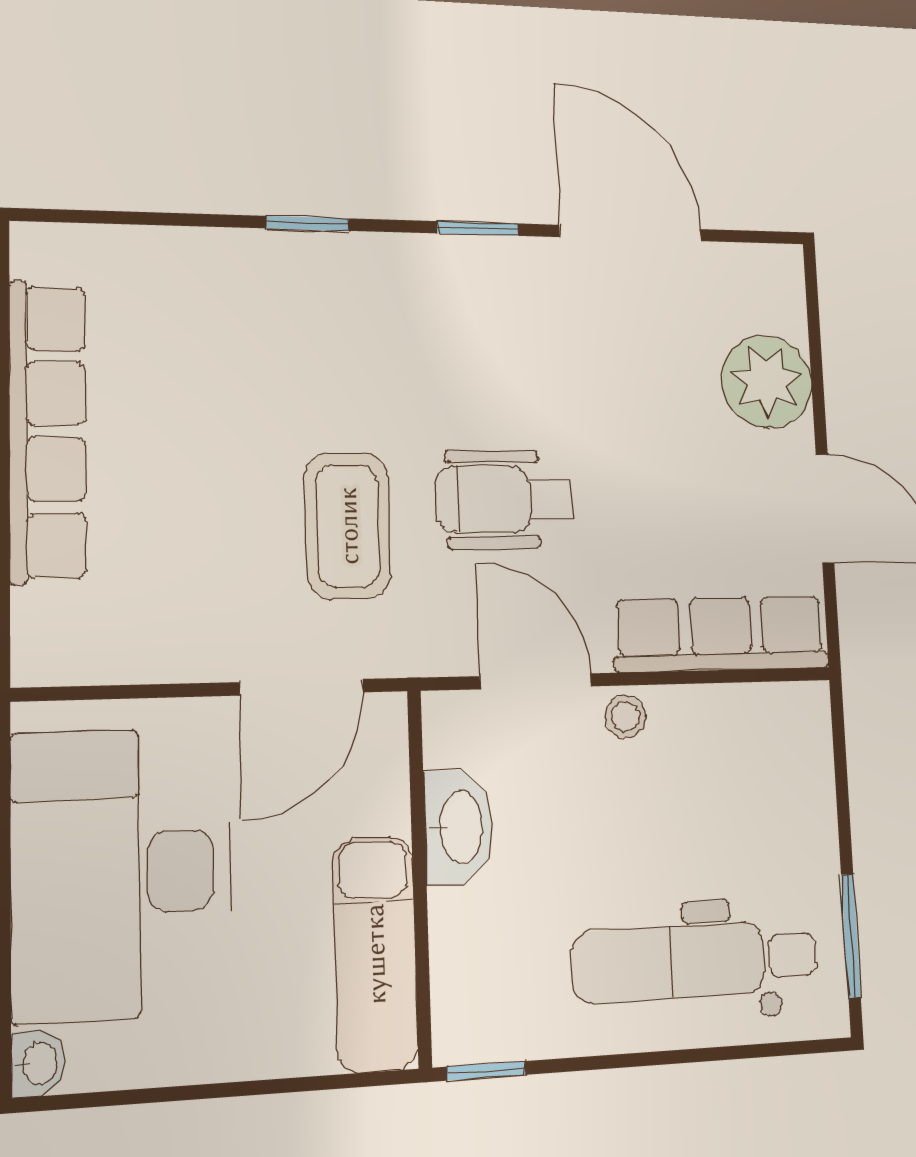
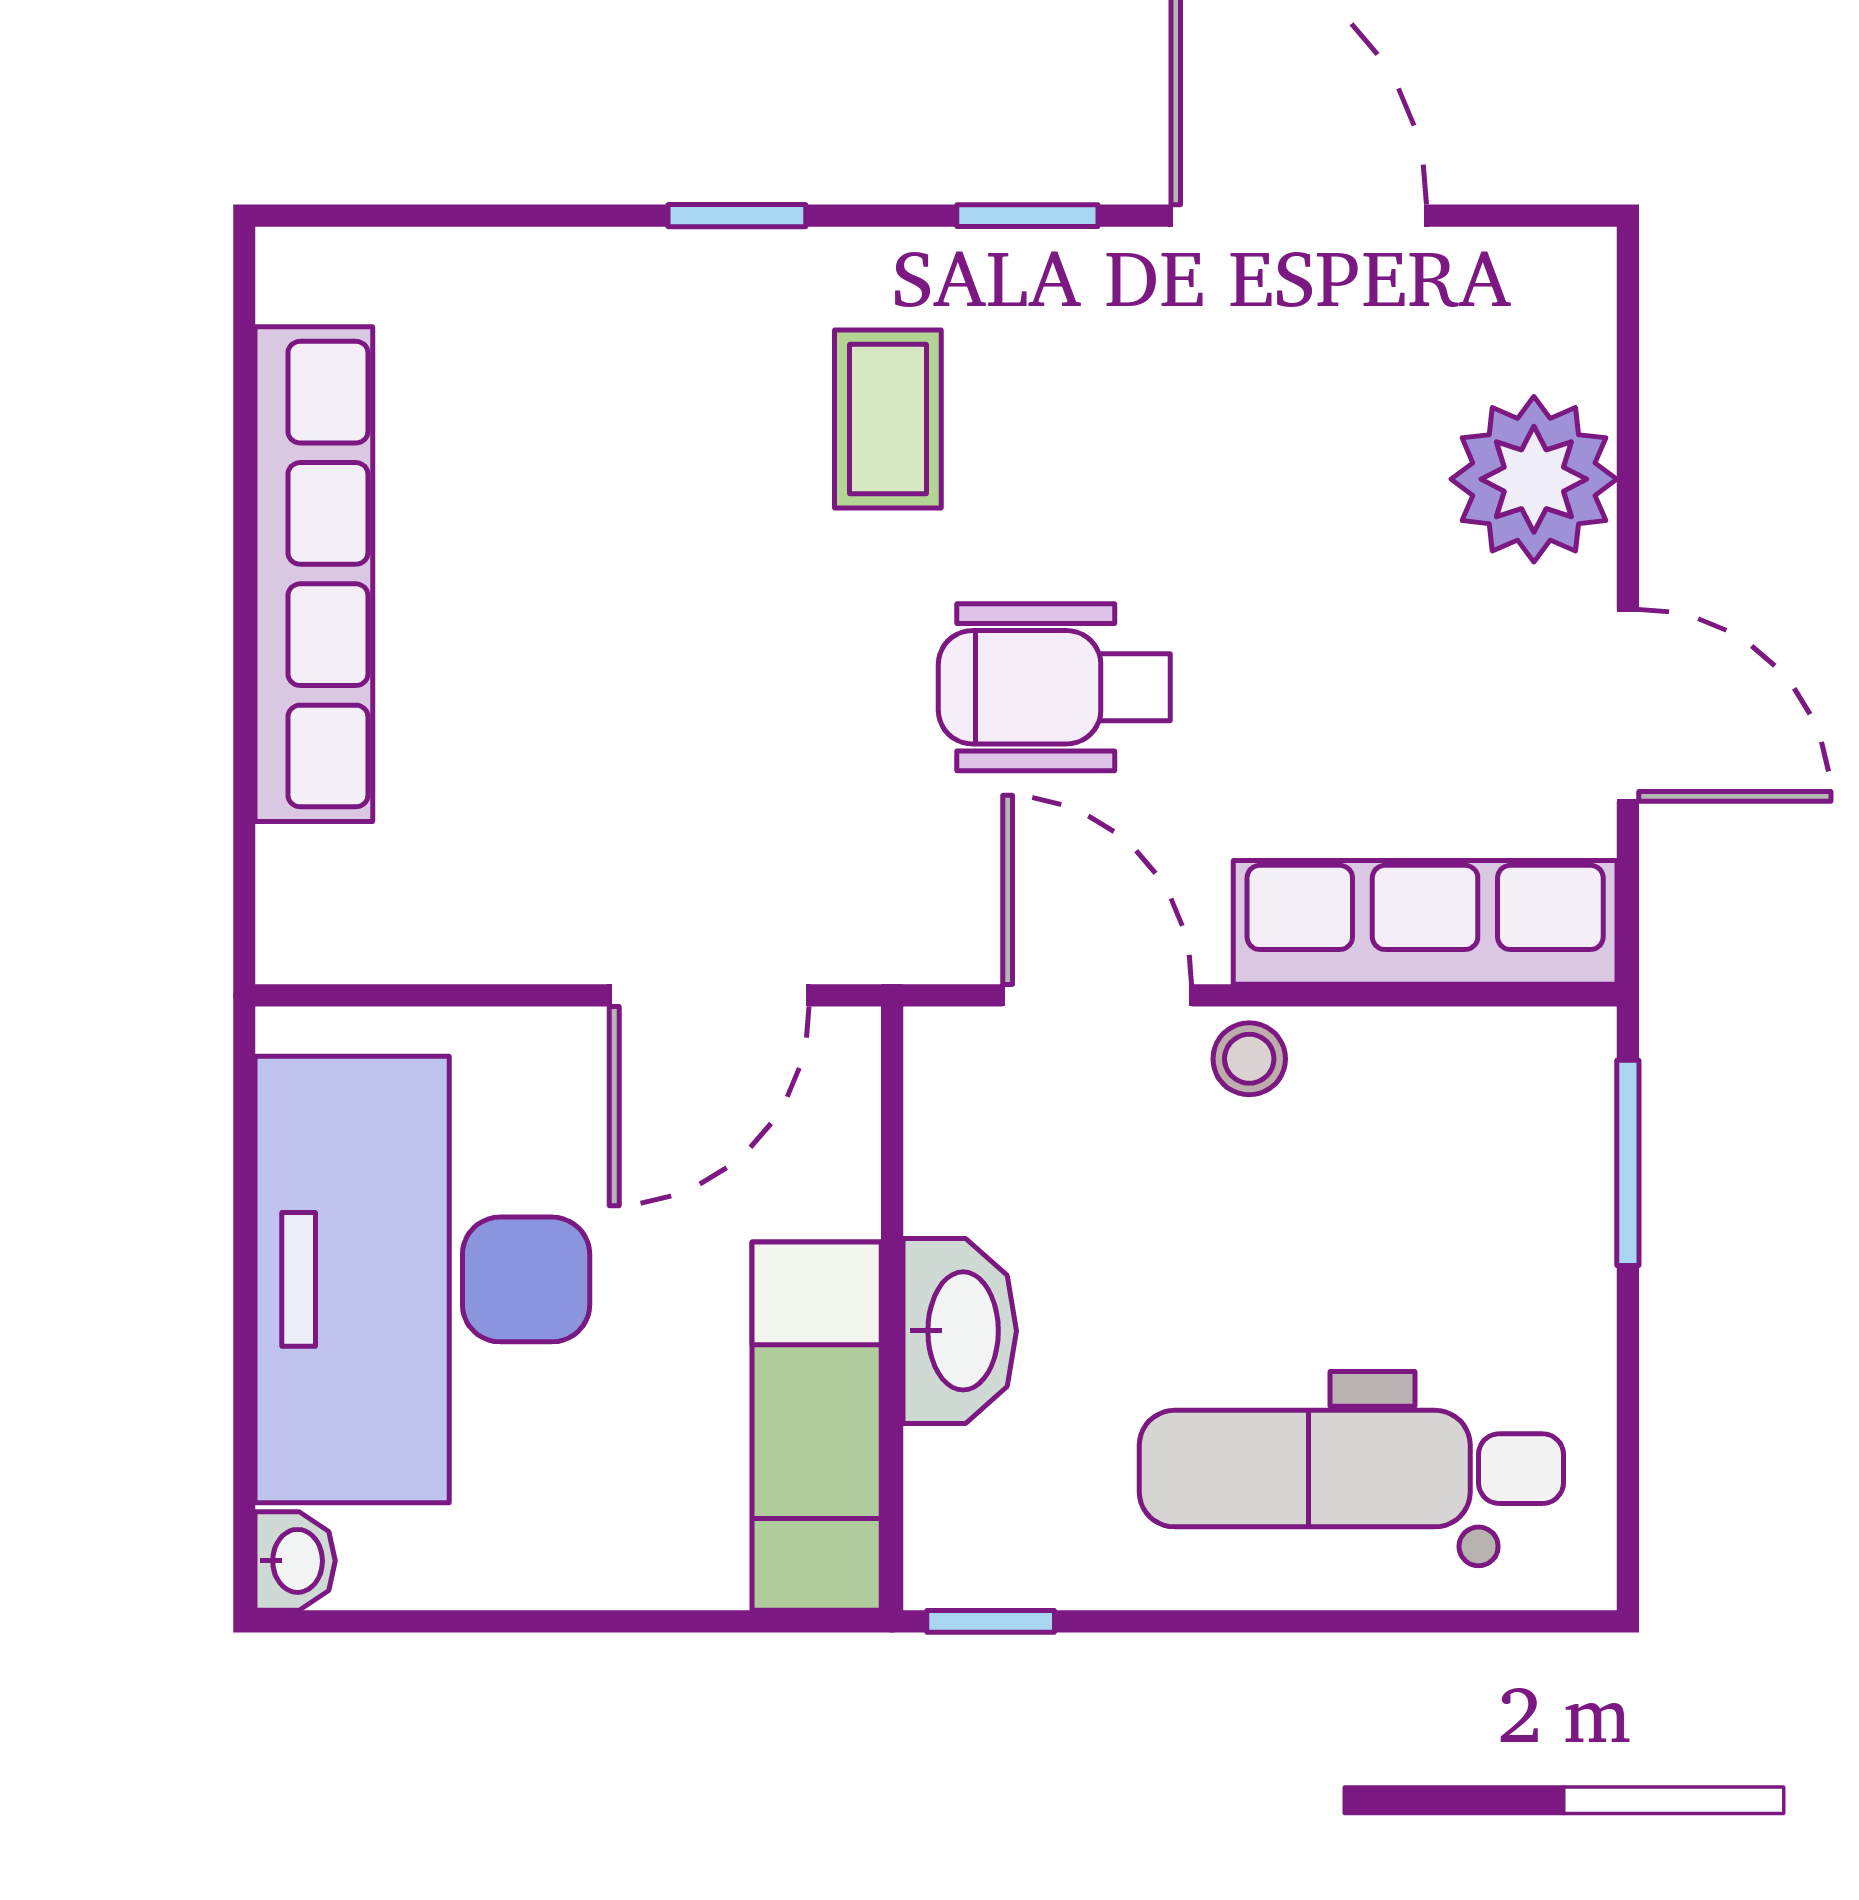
coffee table: (348, 526) -> (888, 419), moved, width x0.73, depth x0.77
washbasin: (459, 827) -> (960, 1331), moved
window: (851, 936) -> (1628, 1163), moved

